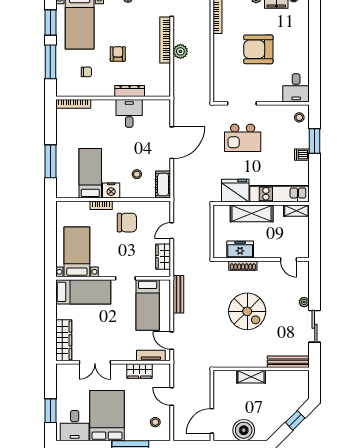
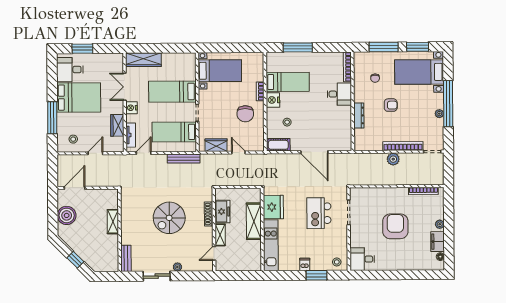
desk: (129, 113) -> (339, 94), moved
shelving: (296, 211) -> (220, 235), moved
bed: (83, 292) -> (172, 92), moved, turned 90
nightstand: (119, 354) -> (131, 108), added
bench: (288, 362) -> (126, 258), width x0.73
door: (212, 421) -> (75, 188), hinge flipped

